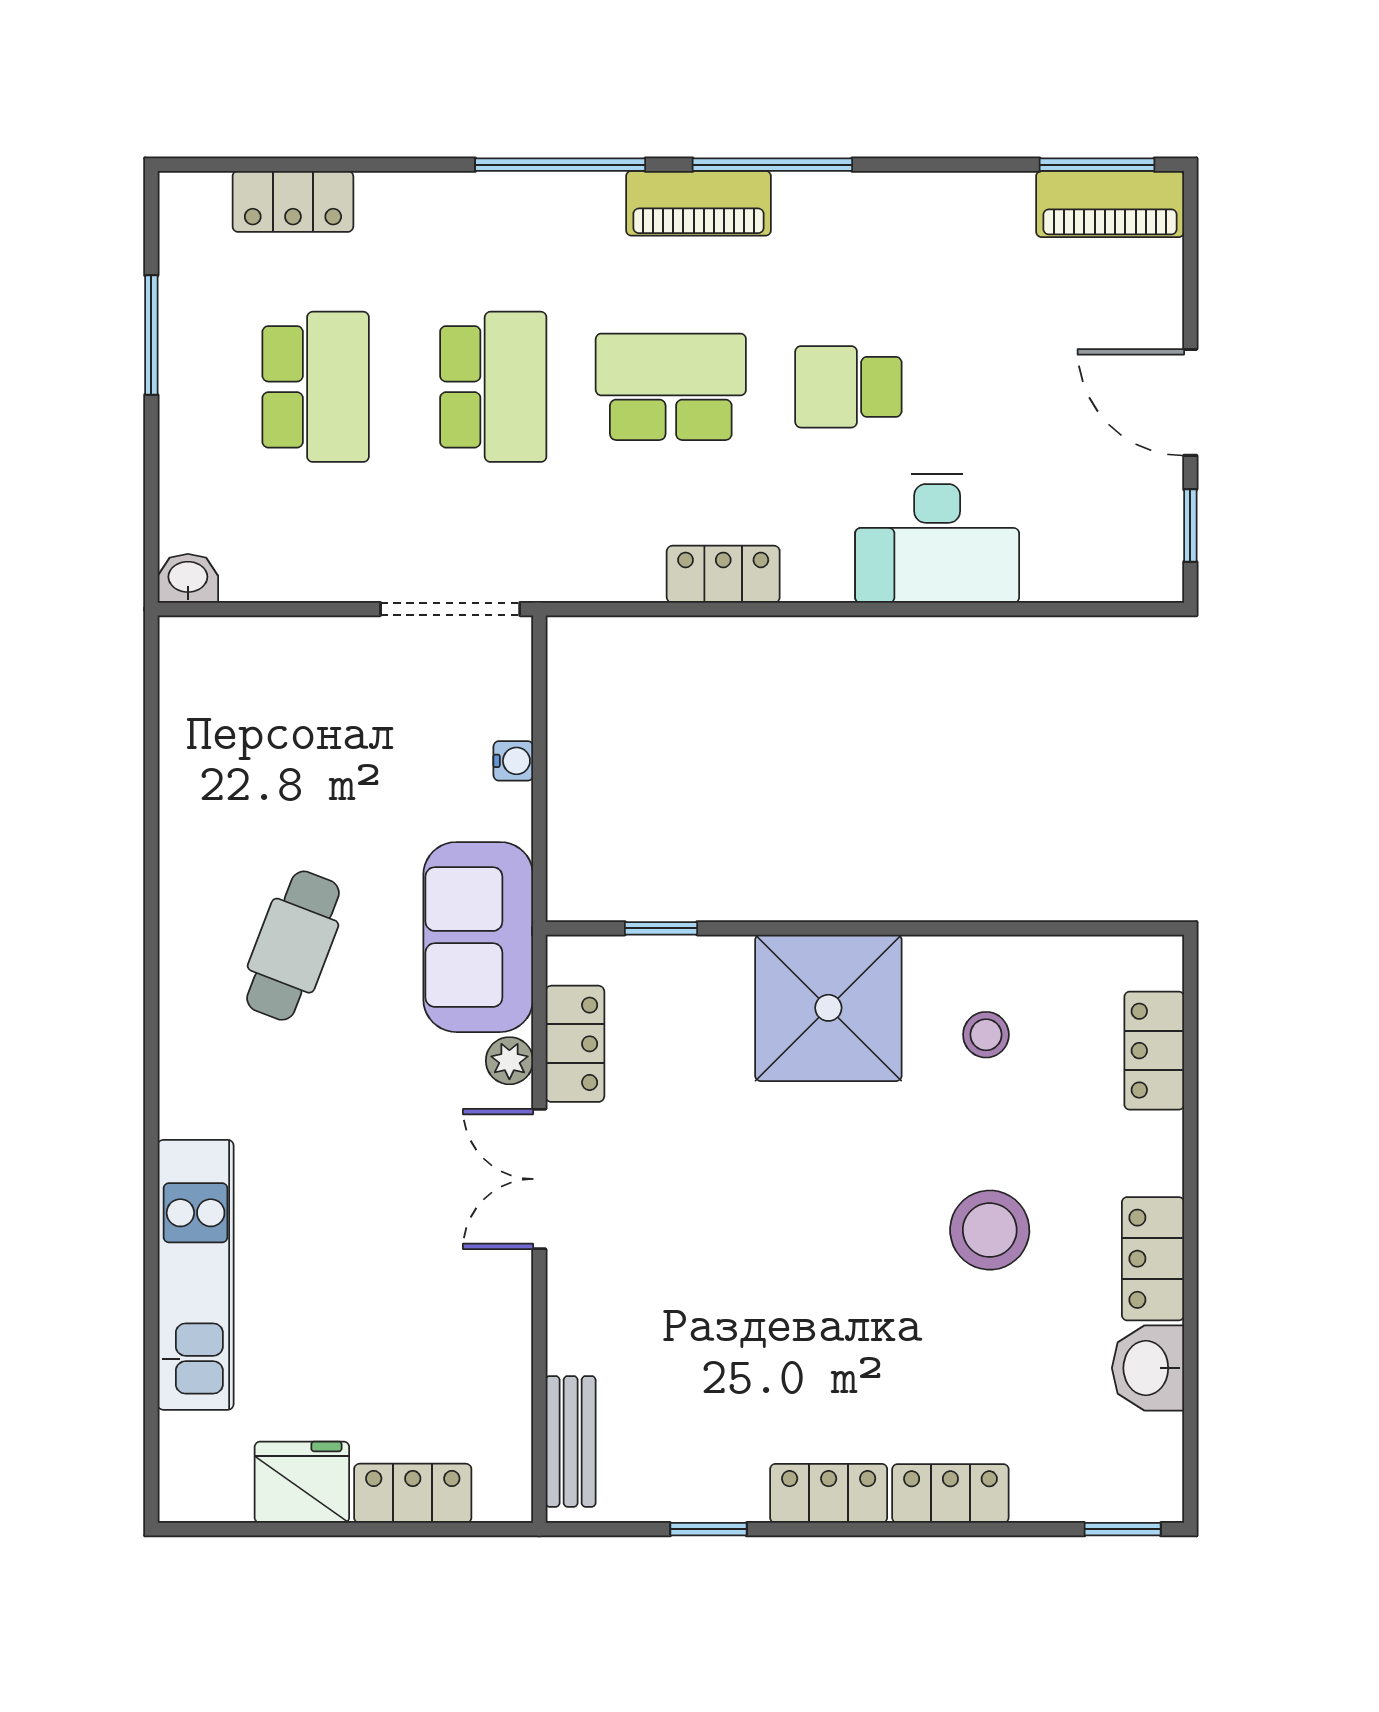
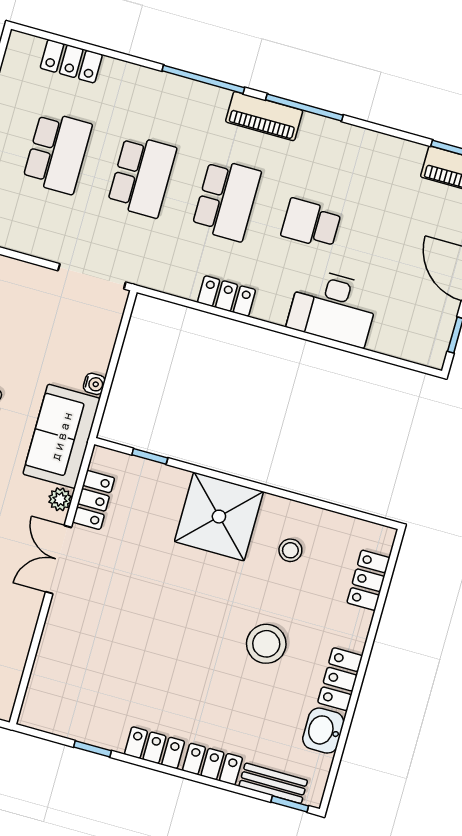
school desk: (671, 387) -> (226, 200), turned 90
water cooler: (513, 761) -> (94, 384), moved
bench: (571, 1441) -> (273, 783), moved, turned 90

